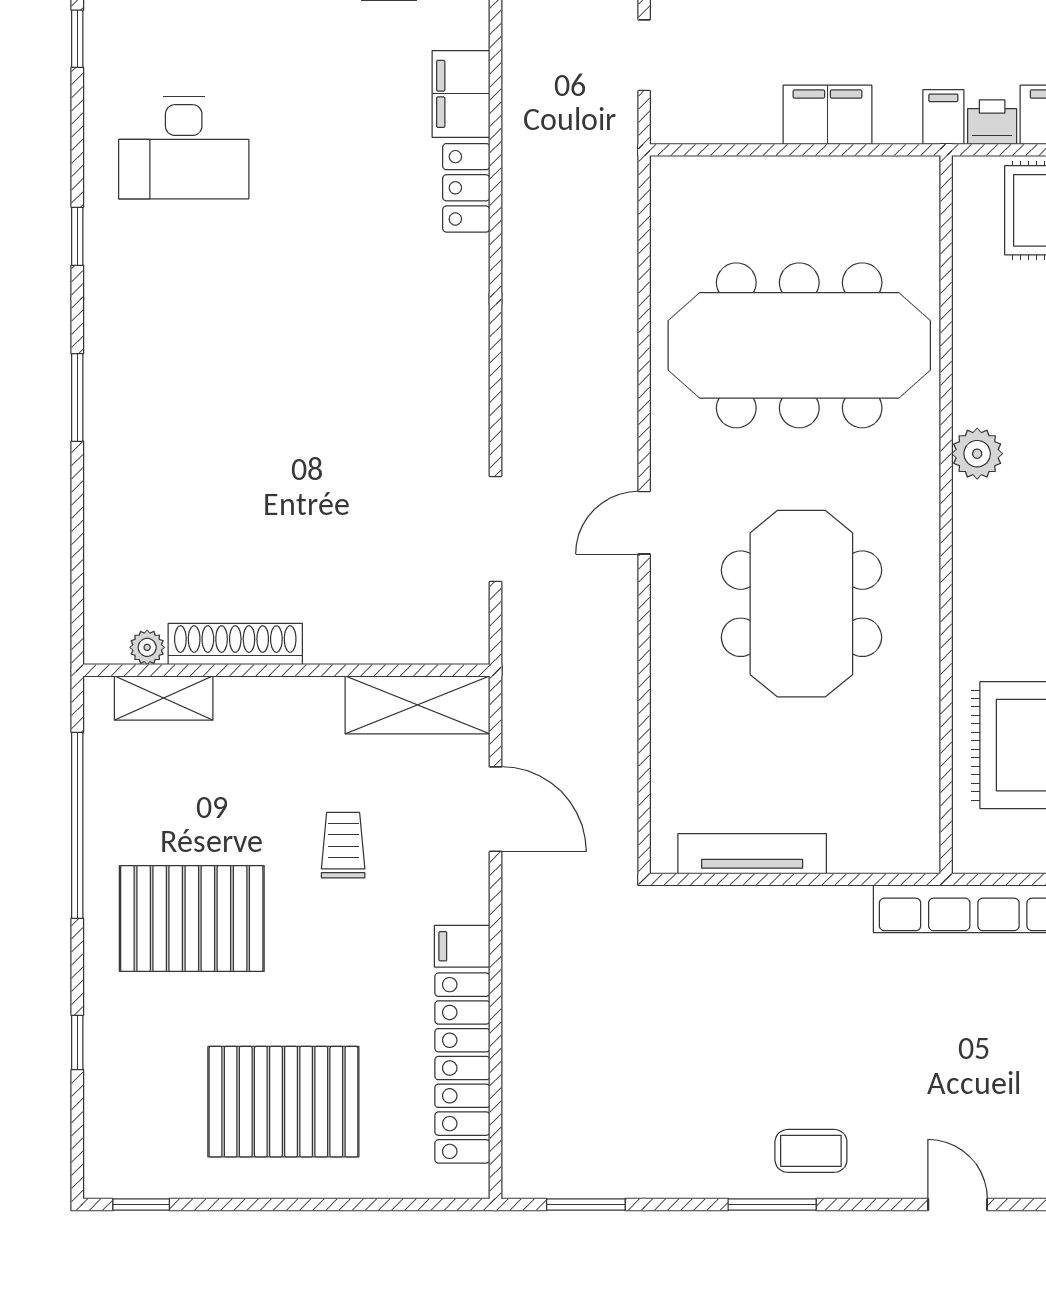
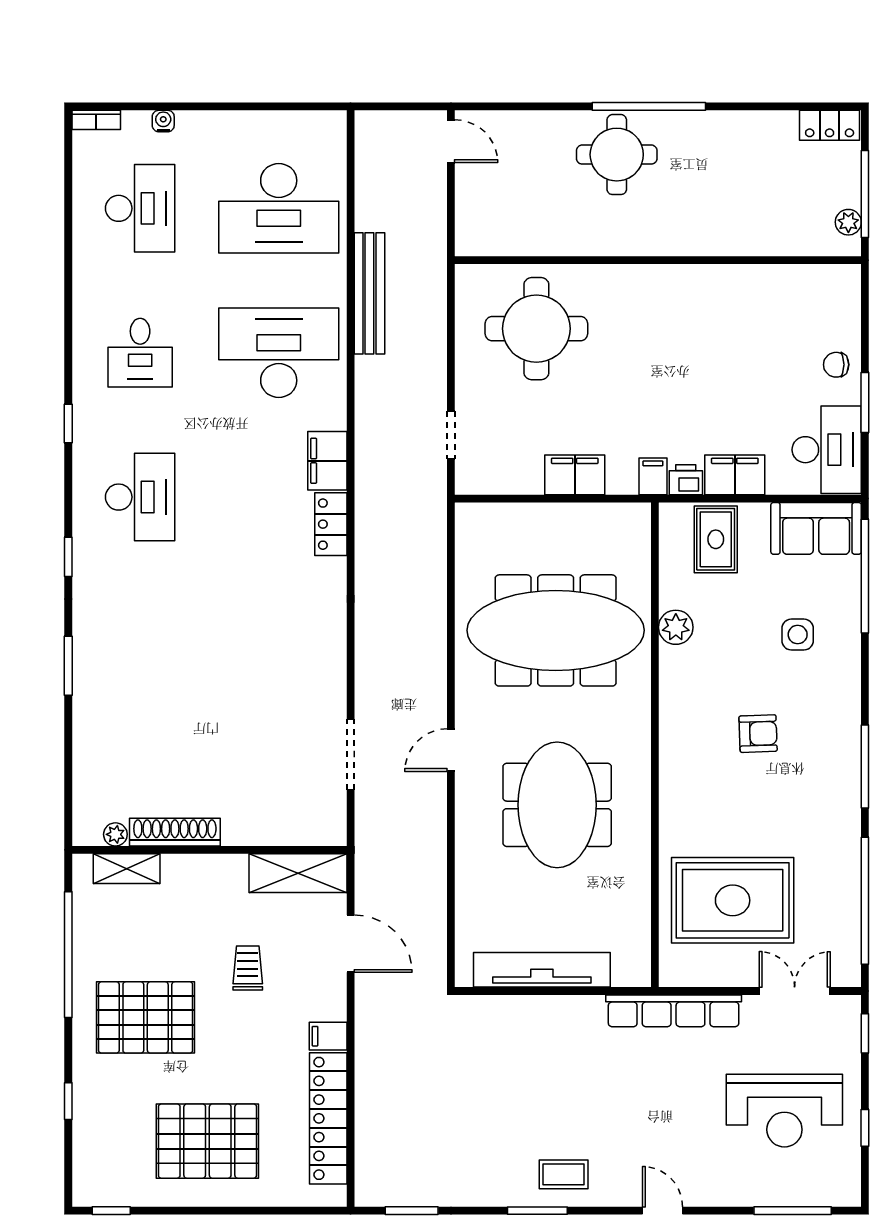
desk: (184, 148) -> (140, 497), turned -90
plant: (977, 454) -> (676, 627), moved
tv unit: (752, 854) -> (542, 970), width x1.36, depth x1.29

